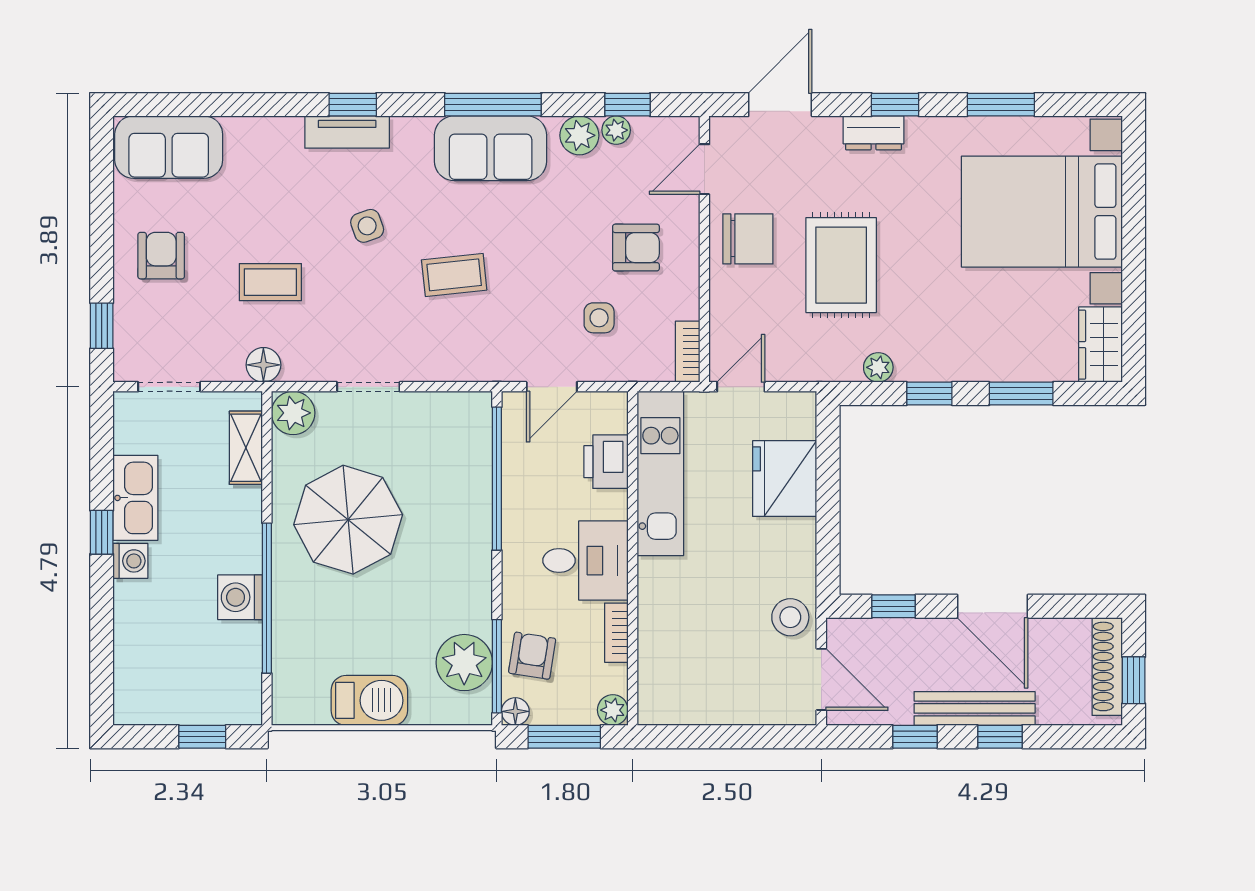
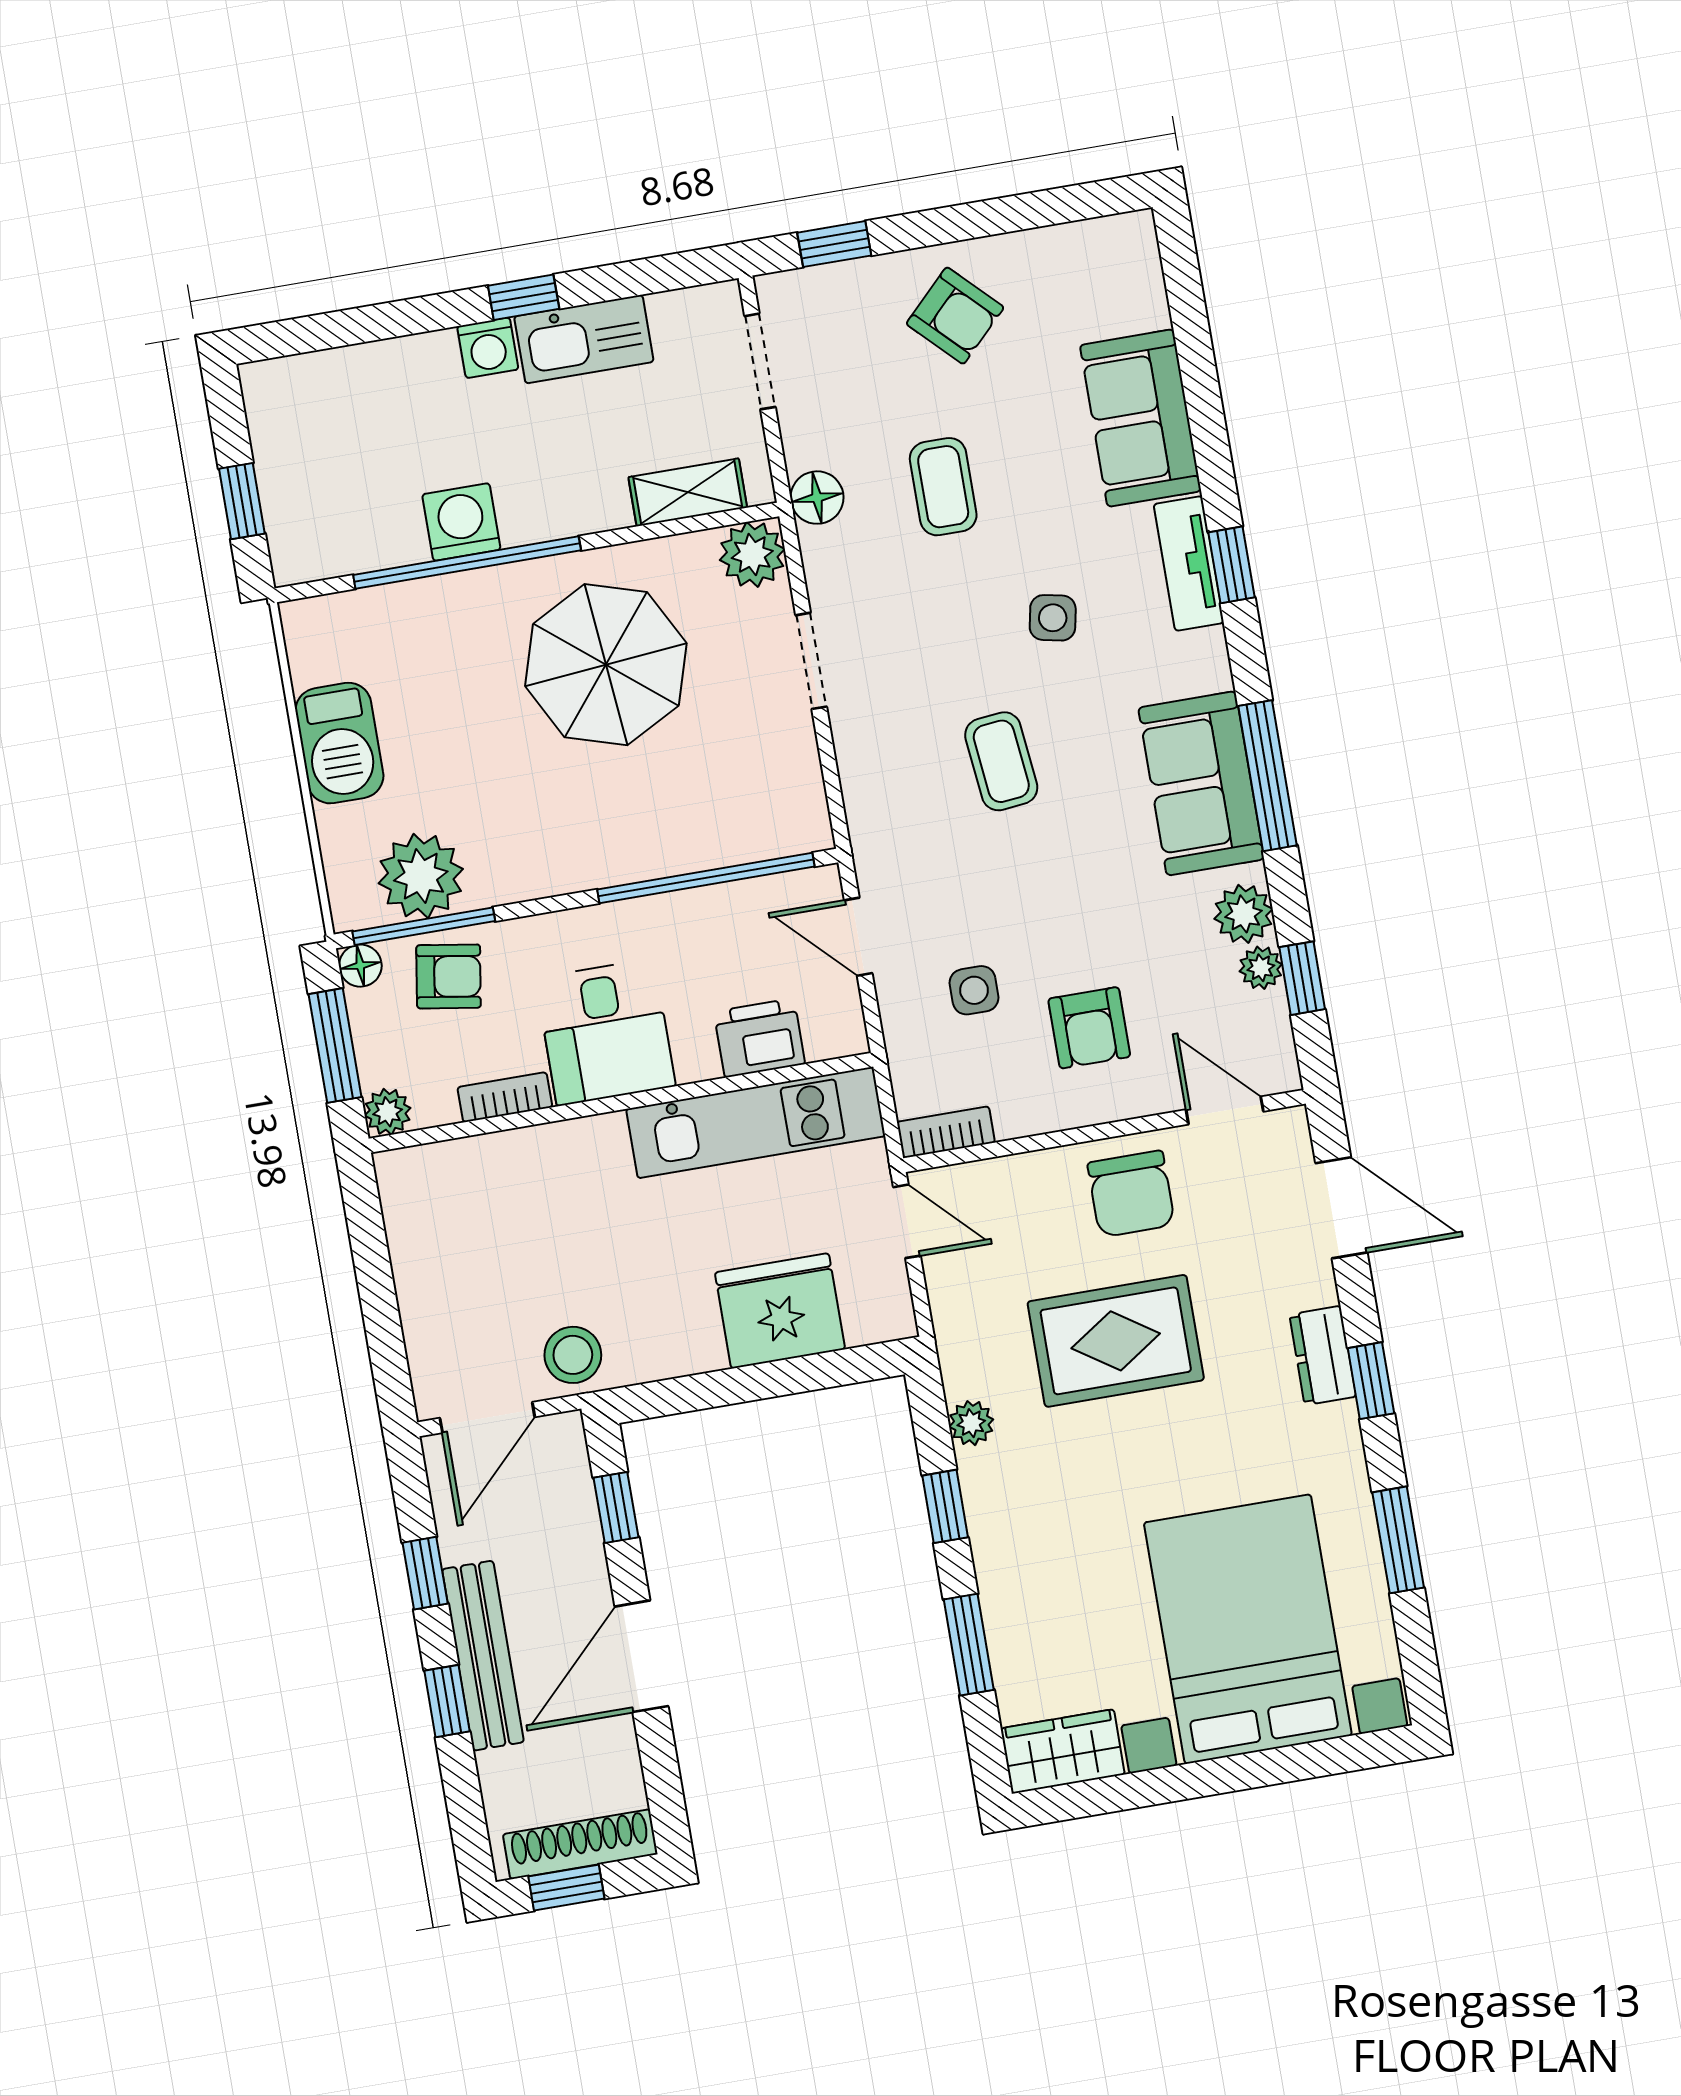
sofa: (169, 147) -> (1141, 418), moved
side table: (367, 226) -> (1053, 618), turned 30
armchair: (161, 256) -> (955, 316), turned 45

